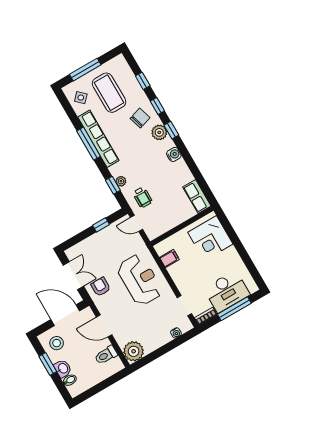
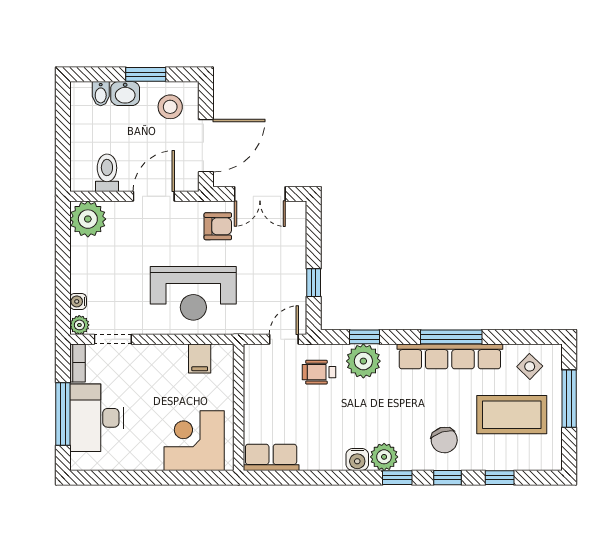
plant: (159, 132) -> (384, 457), moved
plant: (121, 181) -> (363, 361), width x1.87, depth x1.87
plant: (187, 326) -> (79, 325), added

